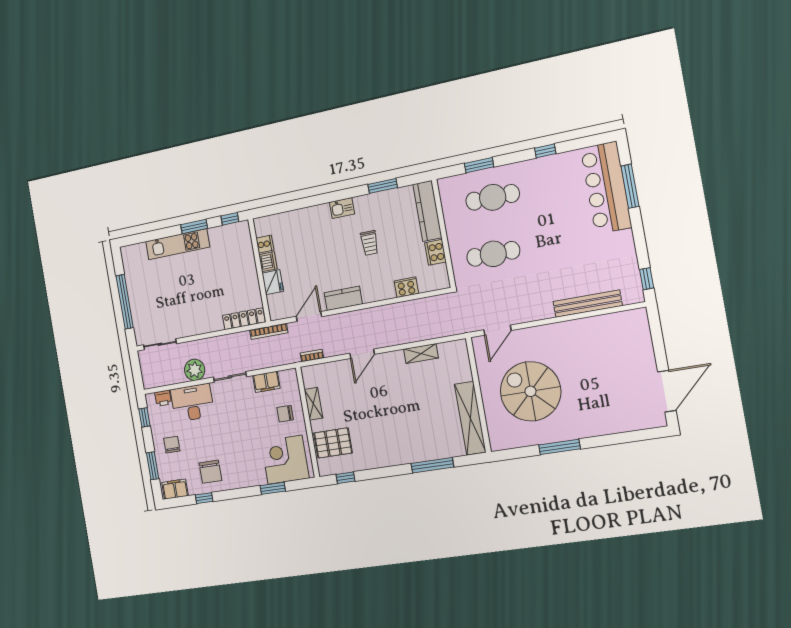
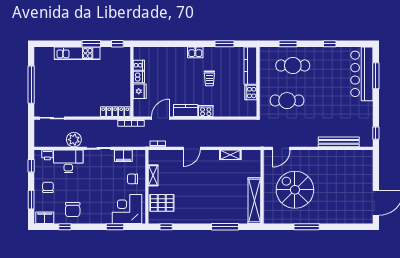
cooker: (406, 287) -> (206, 111), moved

